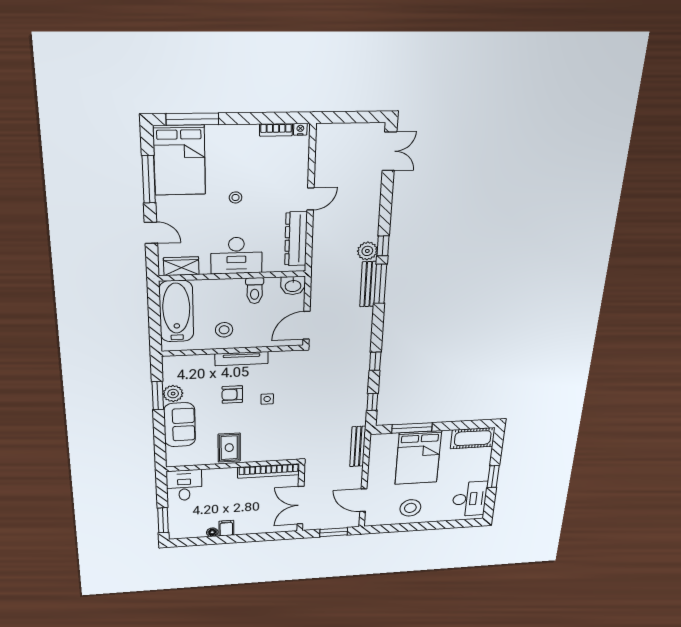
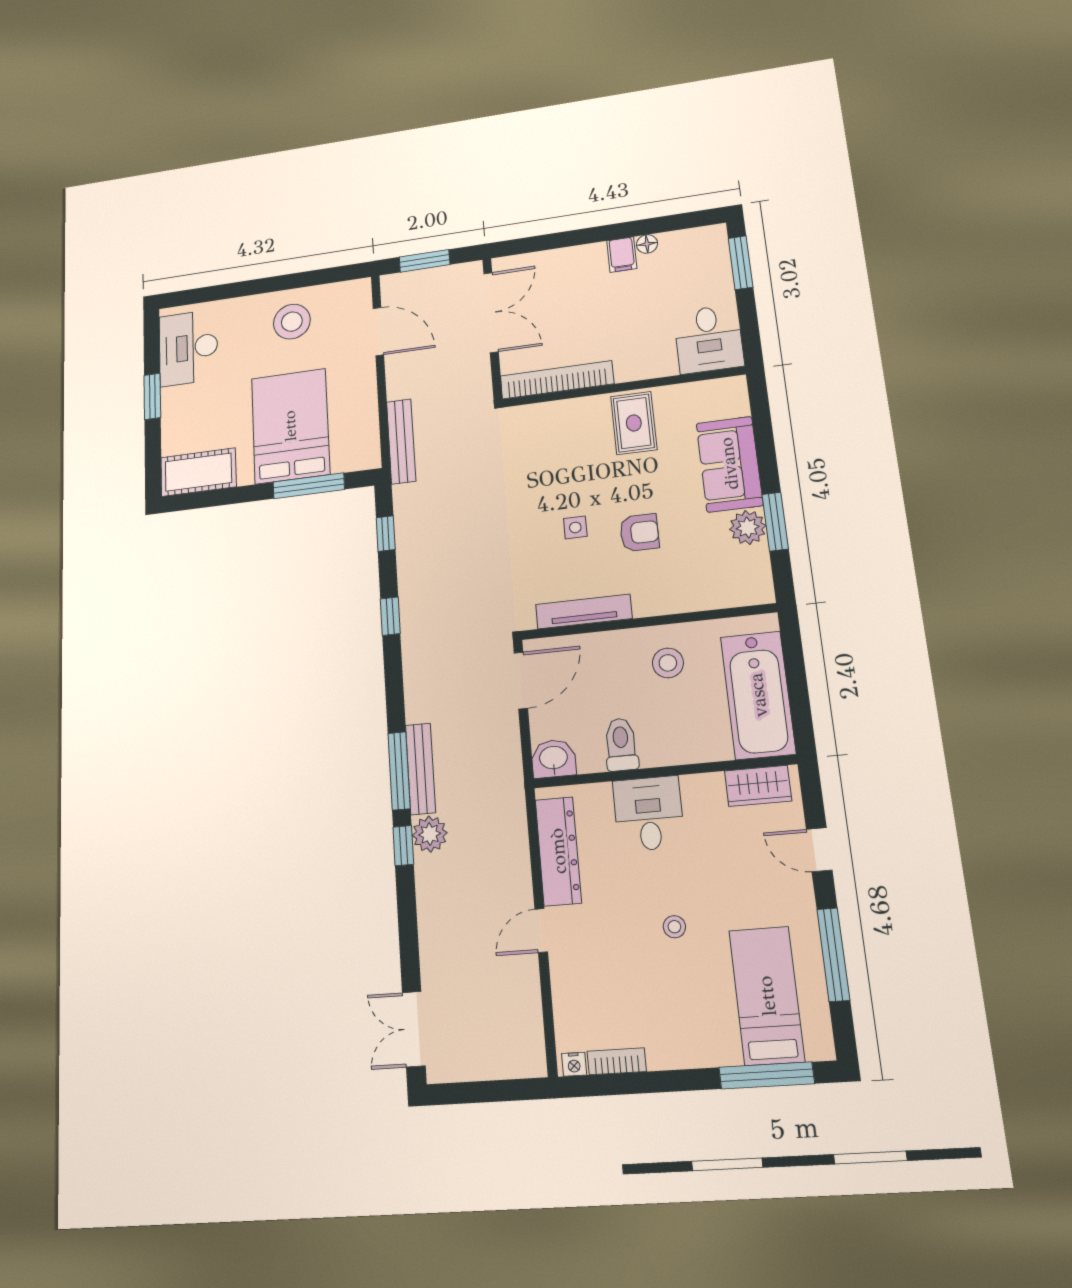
bed: (180, 160) -> (767, 996), width x0.67
desk: (236, 256) -> (649, 814), width x0.73
tv unit: (242, 359) -> (584, 612), moved

